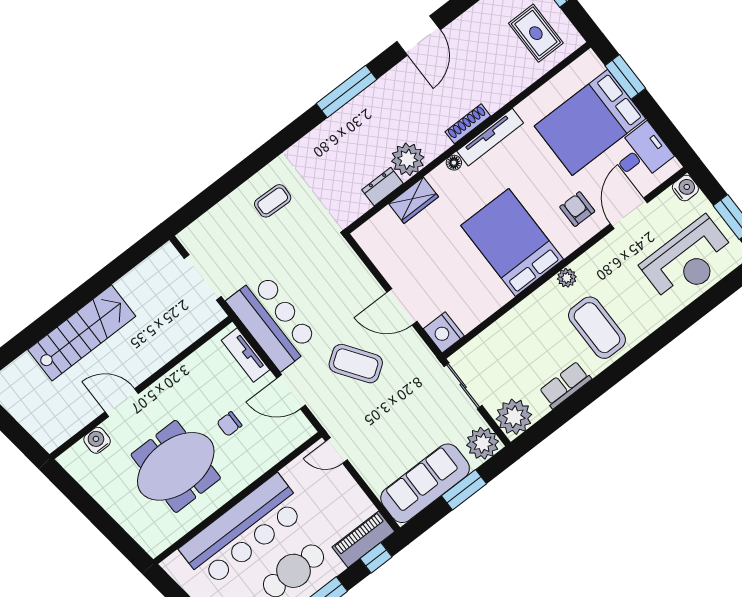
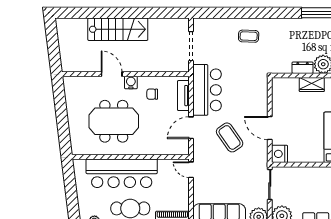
door: (291, 392) -> (191, 128), hinge flipped
chair: (229, 424) -> (152, 94), moved
water cooler: (97, 440) -> (131, 82), moved

